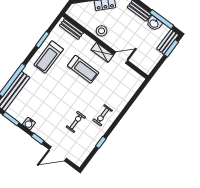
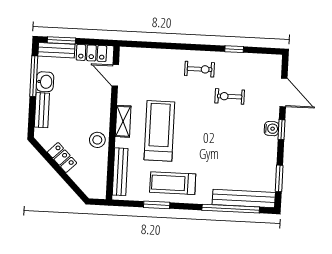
bench: (72, 29) -> (120, 172), width x1.36
treadmill: (49, 57) -> (173, 183), turned 180
door: (121, 58) -> (115, 75), moved
locker: (153, 60) -> (91, 53), added
treadmill: (83, 69) -> (159, 131), width x1.37, depth x1.38
water cooler: (29, 124) -> (271, 129), moved

